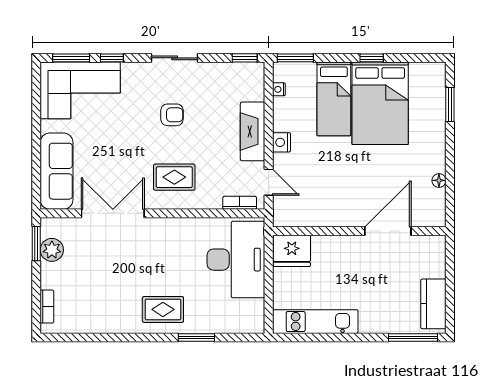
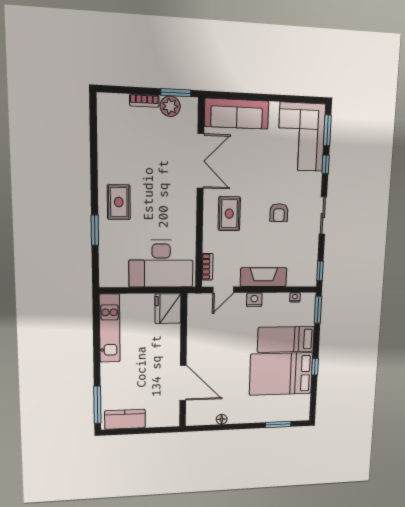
bookcase: (47, 307) -> (144, 101), moved

